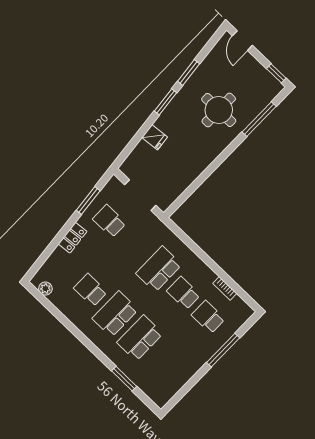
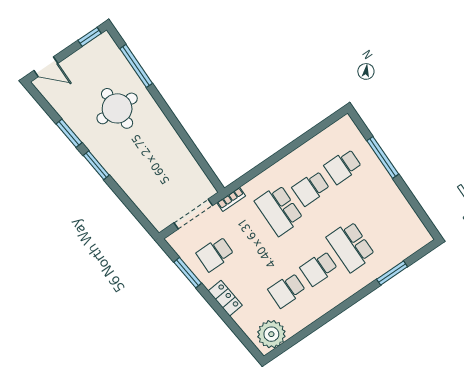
fridge: (155, 137) -> (133, 185), removed
bookcase: (225, 288) -> (231, 199), moved
plant: (45, 289) -> (271, 334), width x1.88, depth x1.88
school desk: (115, 314) -> (319, 268), width x0.54

